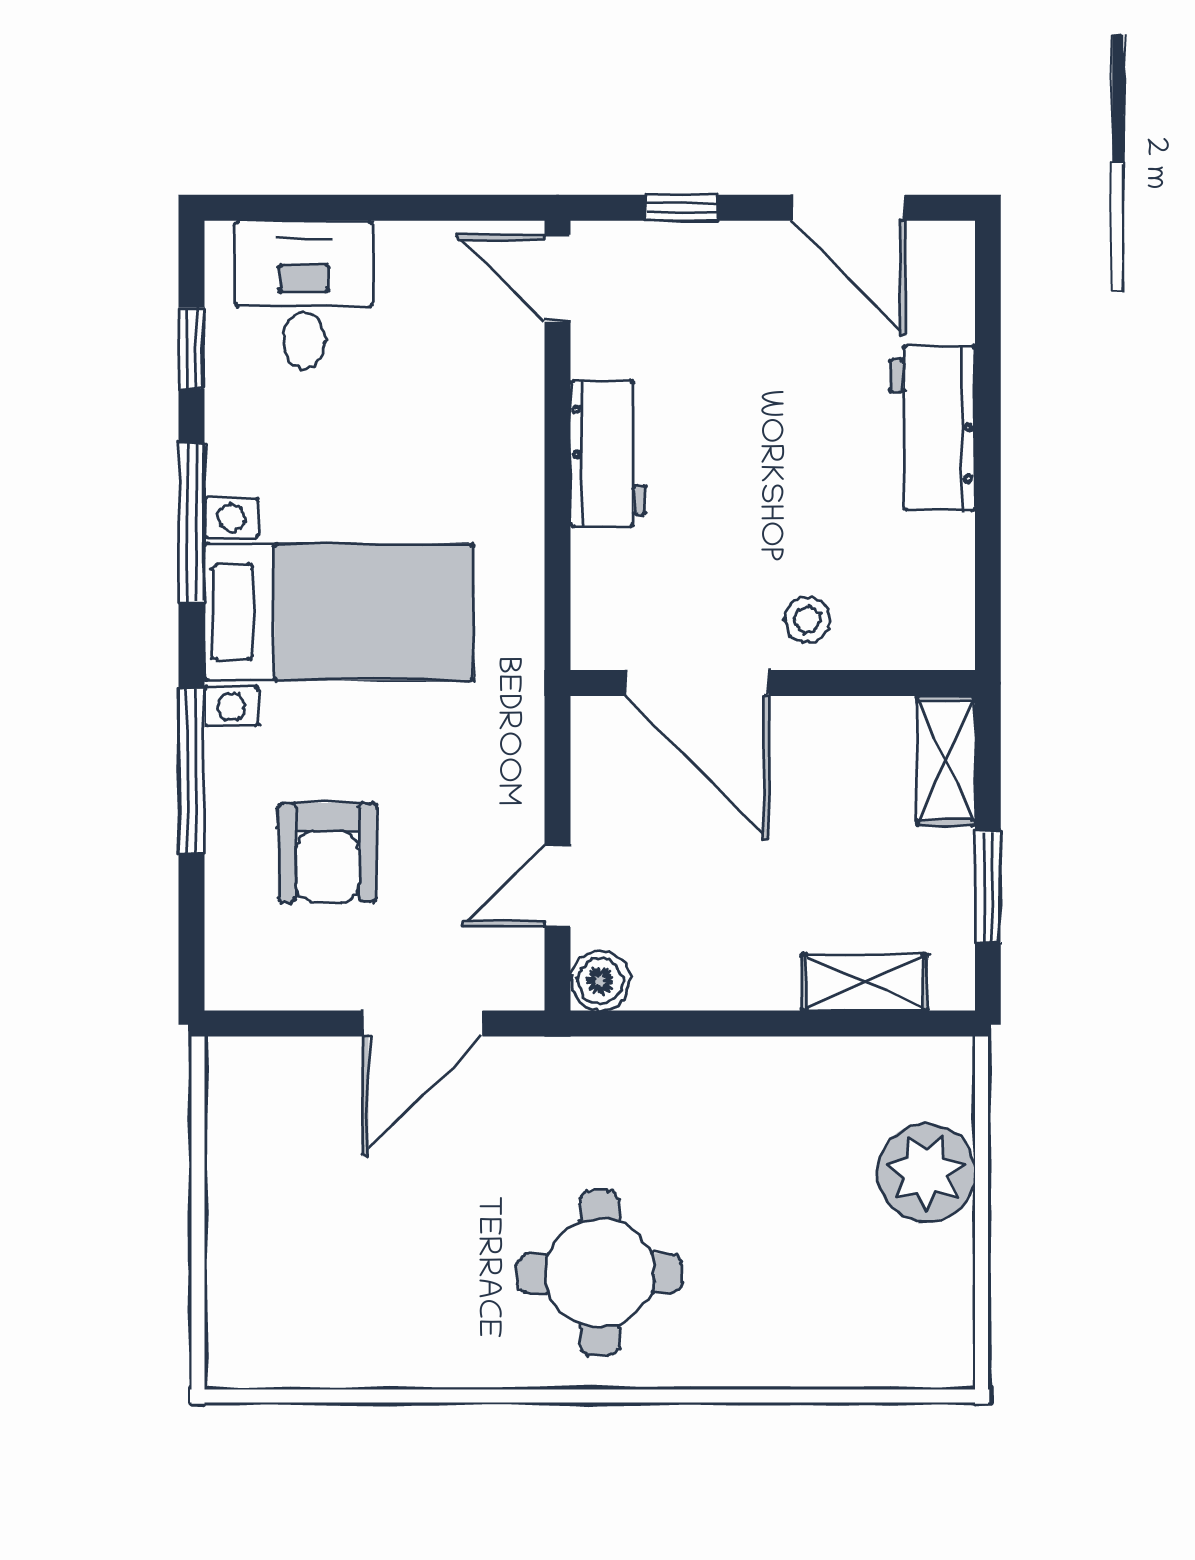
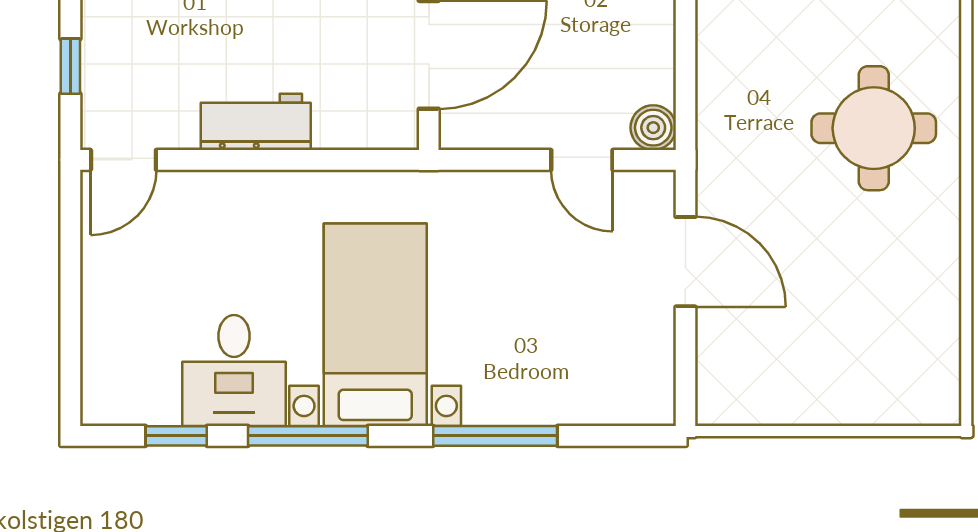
desk: (304, 294) -> (234, 371), moved, turned -90
armchair: (327, 853) -> (557, 333), removed

